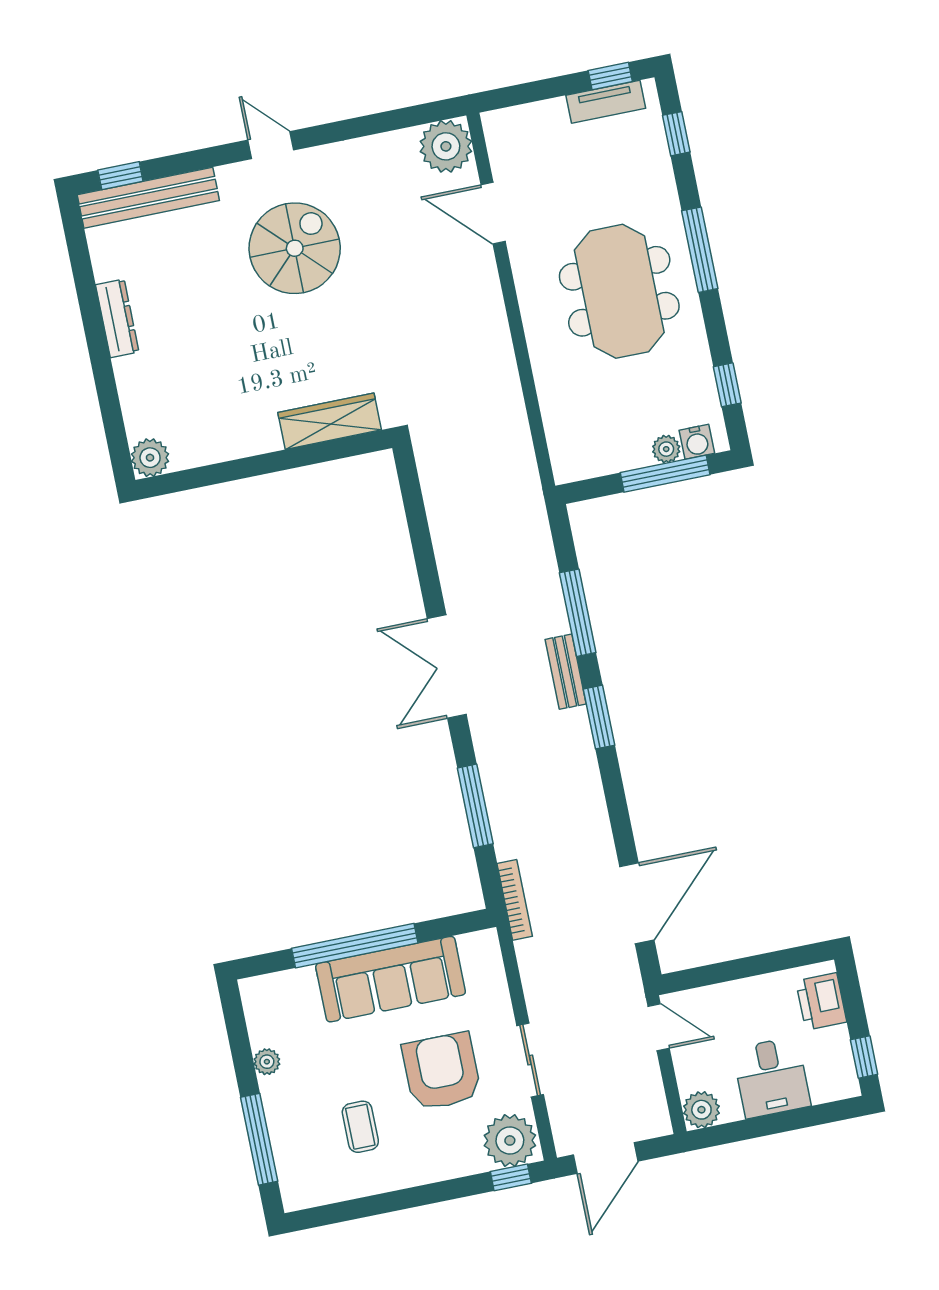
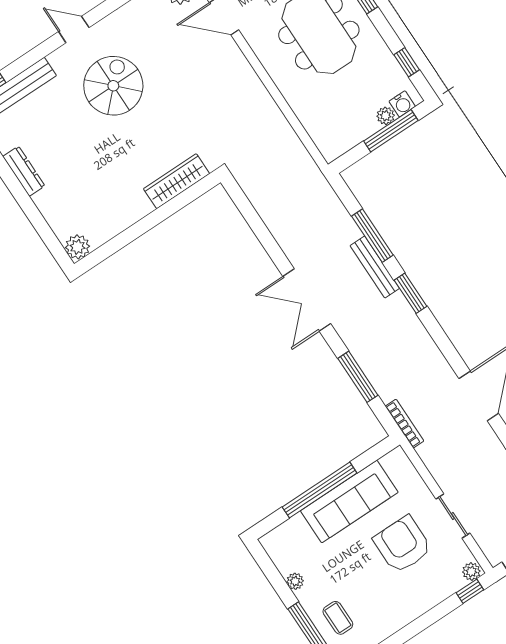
bench: (566, 672) -> (375, 267), width x1.36
coffee table: (360, 1127) -> (338, 618), moved
plant: (510, 1140) -> (471, 572), width x0.53, depth x0.53

